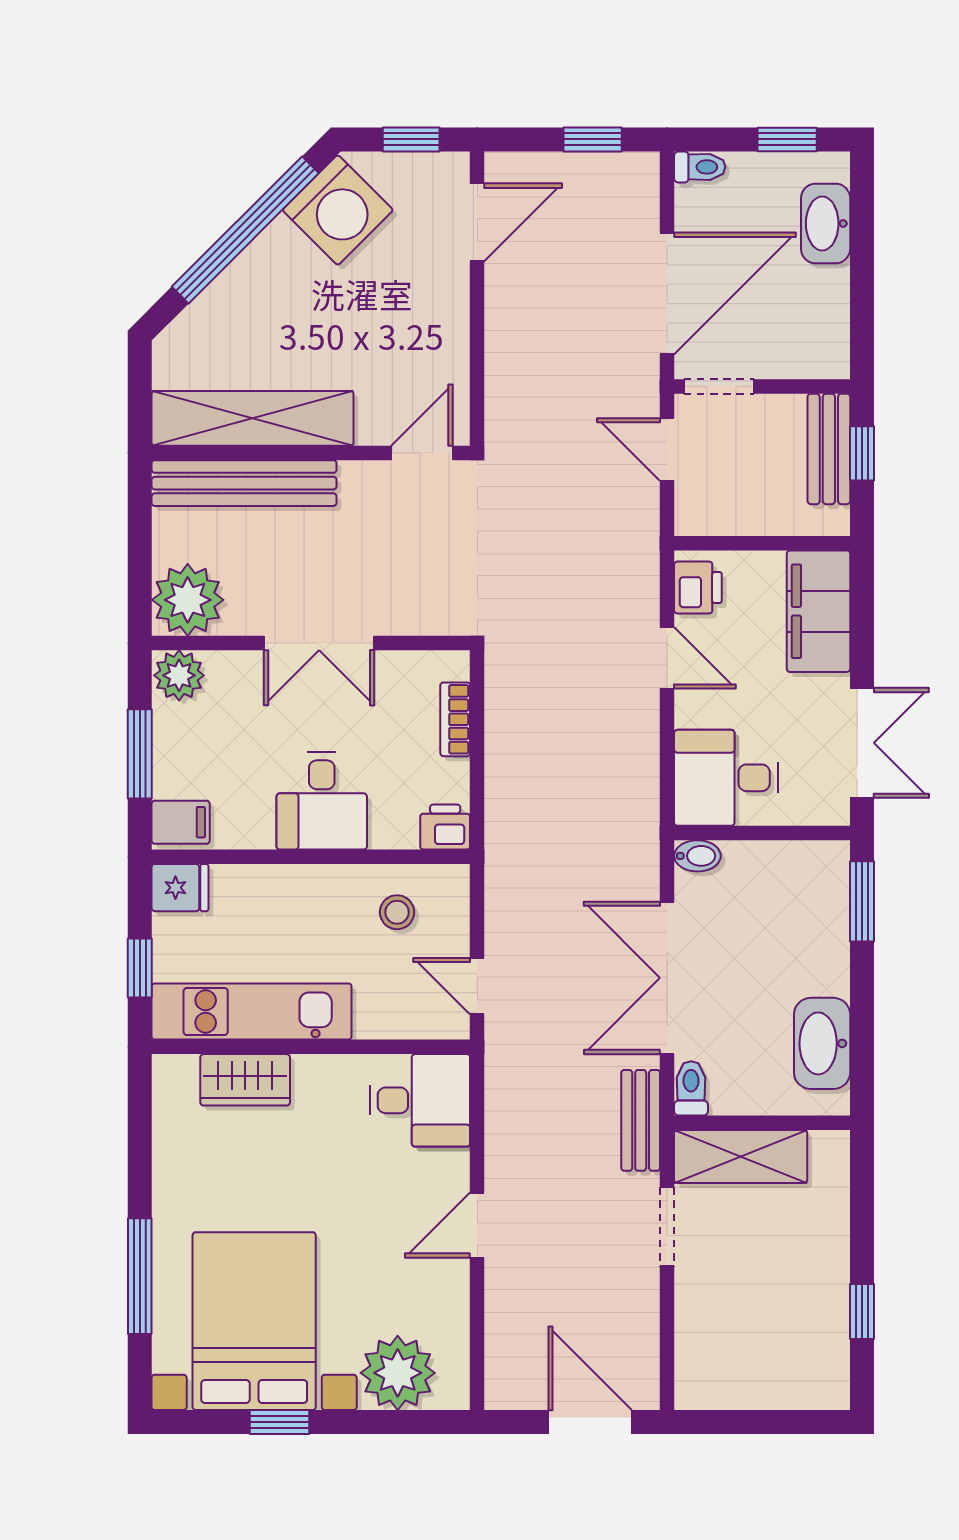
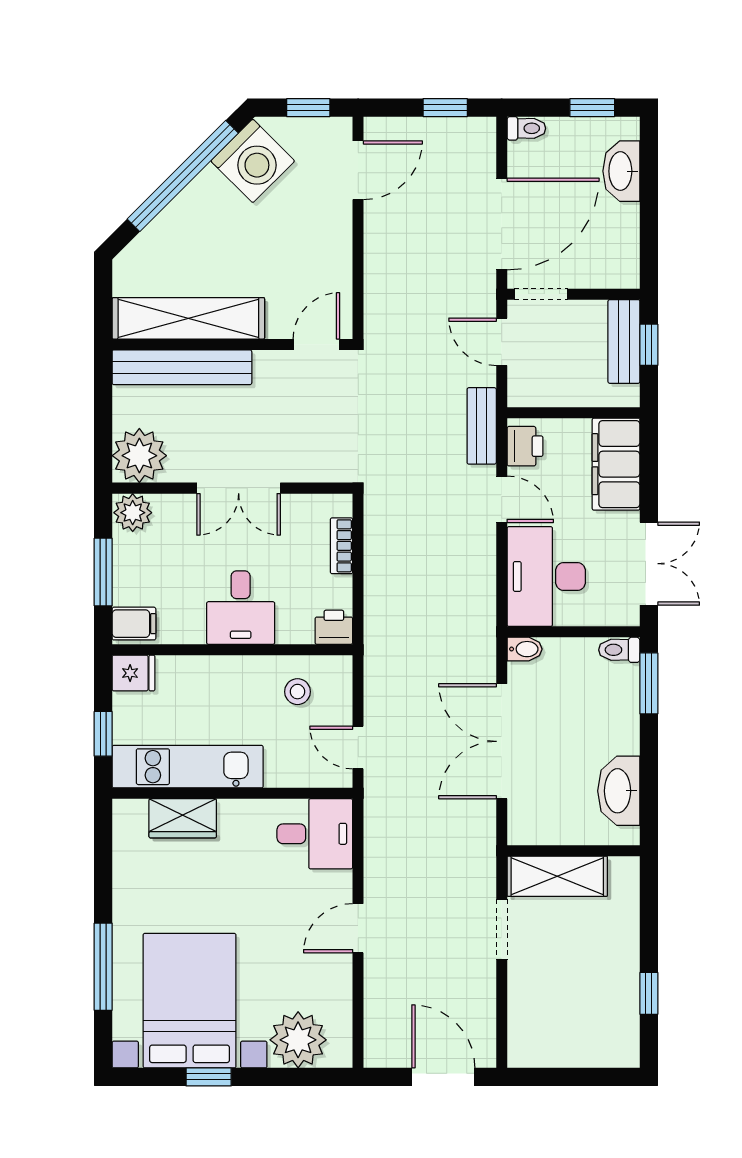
desk: (726, 778) -> (546, 576), width x1.37
toilet: (691, 1088) -> (619, 650), moved, turned -90
bench: (641, 1120) -> (482, 426), moved

